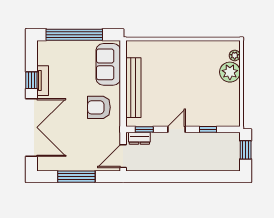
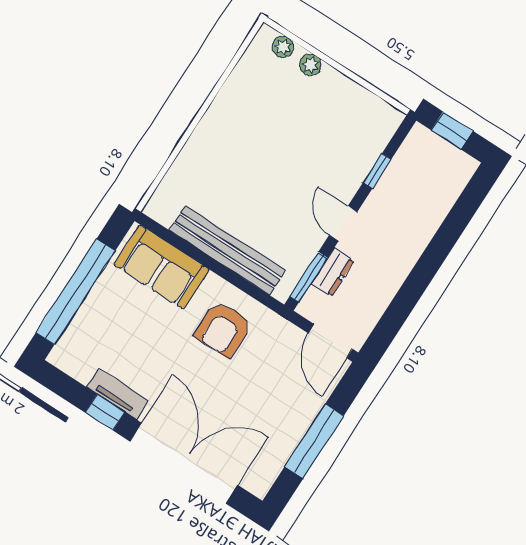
plant: (230, 72) -> (310, 65), width x0.53, depth x0.53
window: (144, 129) -> (309, 277), width x1.50
dresser: (139, 138) -> (333, 272), moved

